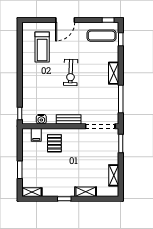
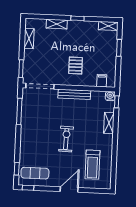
treadmill: (42, 47) -> (92, 165), turned 180
shelving: (114, 73) -> (109, 123), moved
water cooler: (41, 119) -> (110, 96), moved
bench: (69, 119) -> (74, 94), width x1.36
pallet: (54, 143) -> (76, 66), moved

